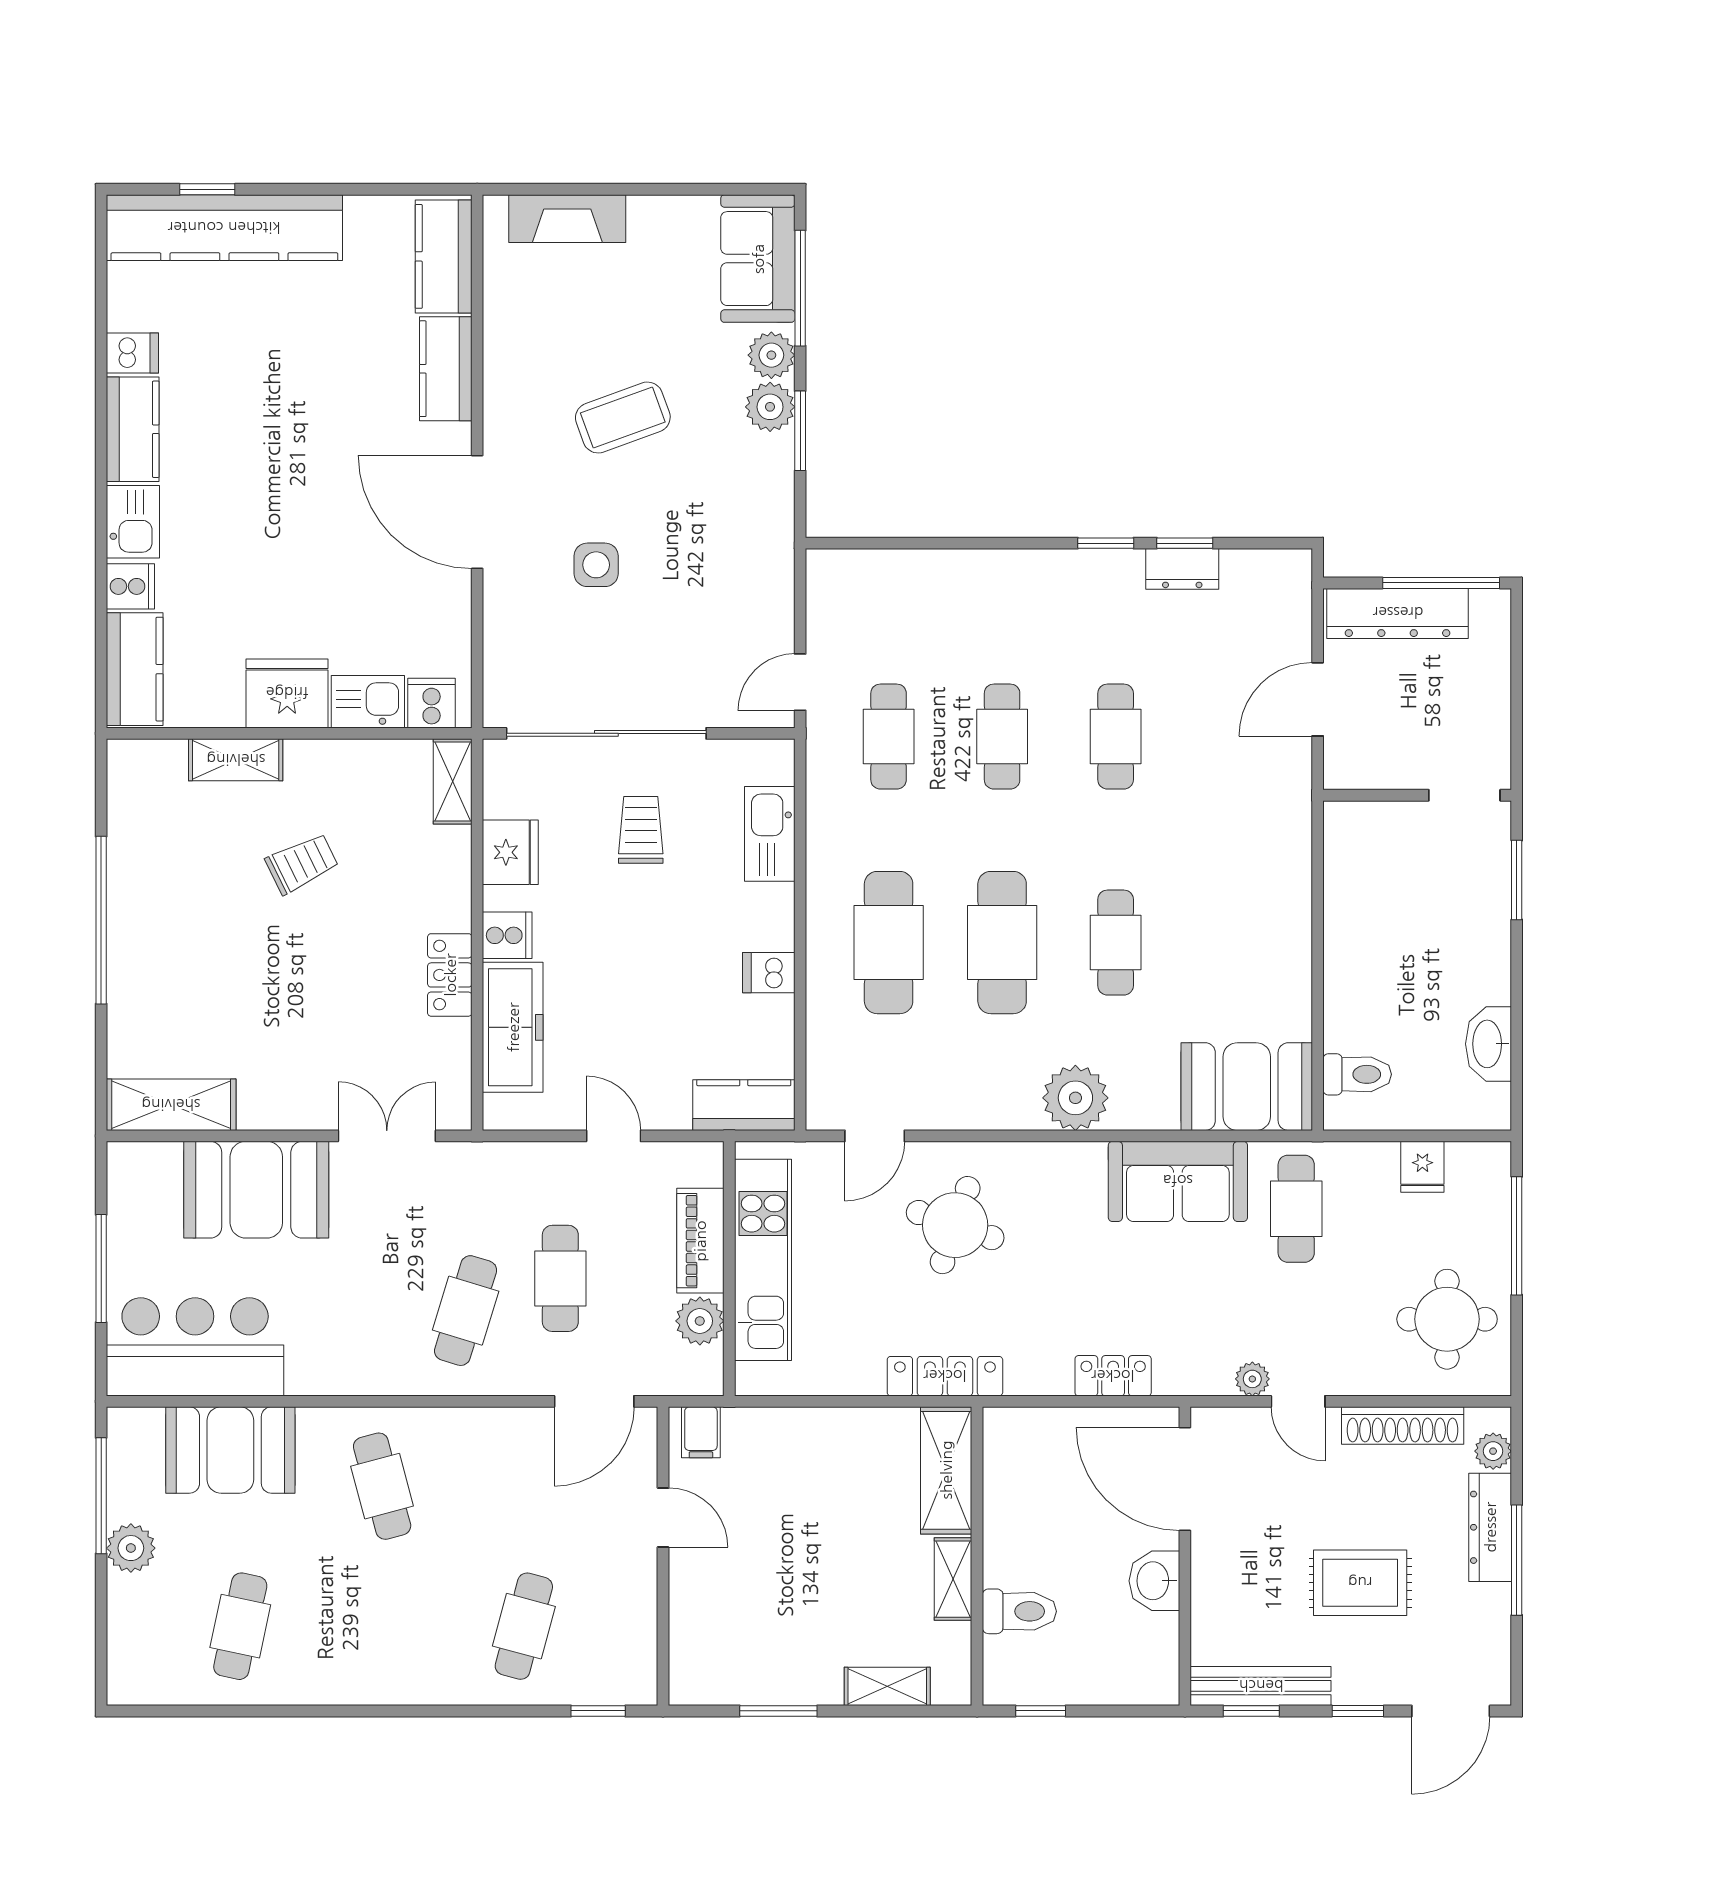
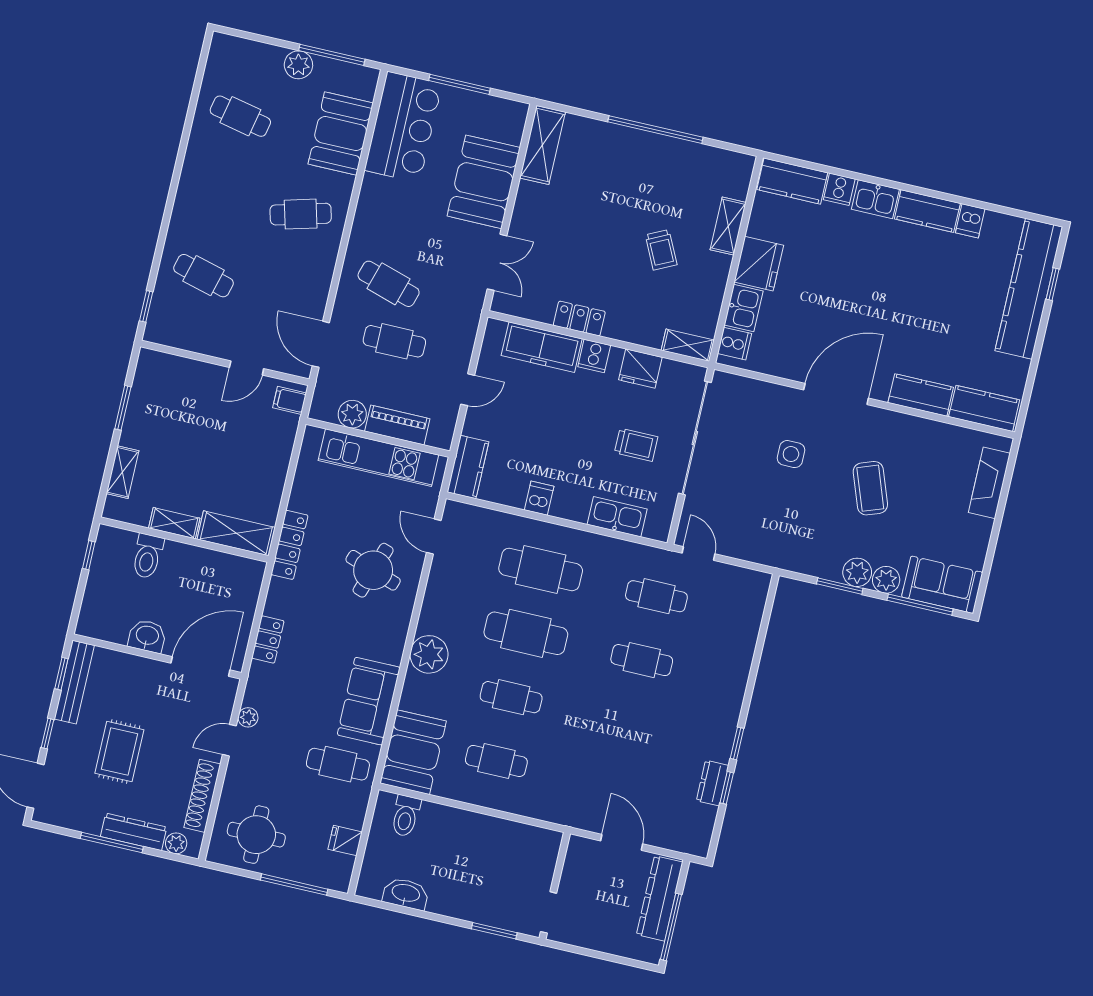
cafe table: (1116, 737) -> (496, 761), moved

